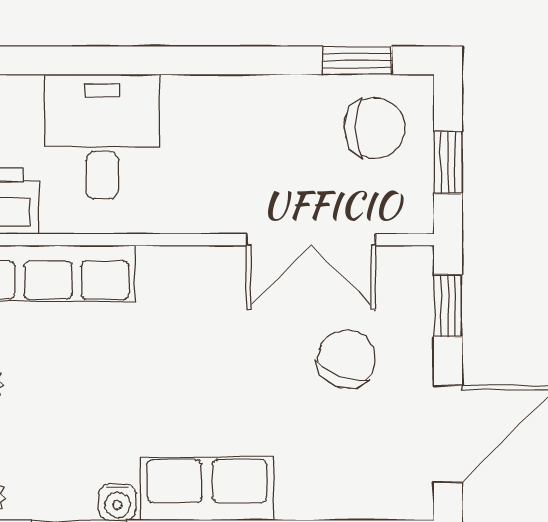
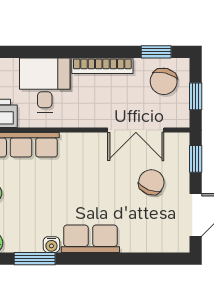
bookcase: (234, 92) -> (102, 66), added
chair: (375, 128) -> (164, 81), turned 104

